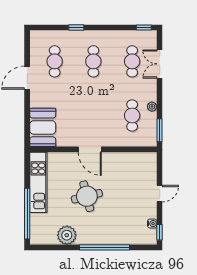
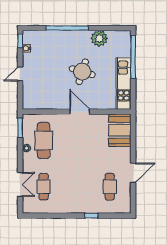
window: (144, 28) -> (34, 216), removed
cafe table: (93, 61) -> (77, 187), removed
cafe table: (132, 115) -> (44, 140), width x1.37, depth x1.35
round table: (87, 196) -> (82, 72), turned 31

